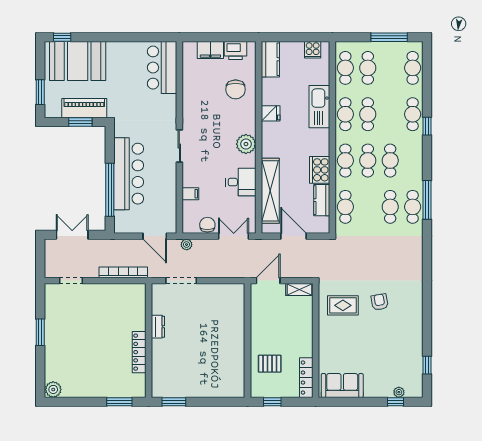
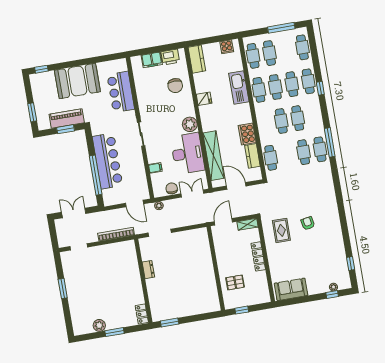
booth: (78, 61) -> (77, 81), moved
bar counter: (162, 68) -> (121, 92), moved
cafe table: (345, 161) -> (292, 84), moved
desk: (241, 182) -> (188, 153), width x1.87, depth x1.30
rug: (343, 305) -> (281, 230), turned 90
locker: (139, 352) -> (142, 314), moved, width x0.66
locker: (306, 378) -> (258, 256), moved
plant: (53, 389) -> (99, 325), moved
window: (119, 402) -> (115, 332), moved

